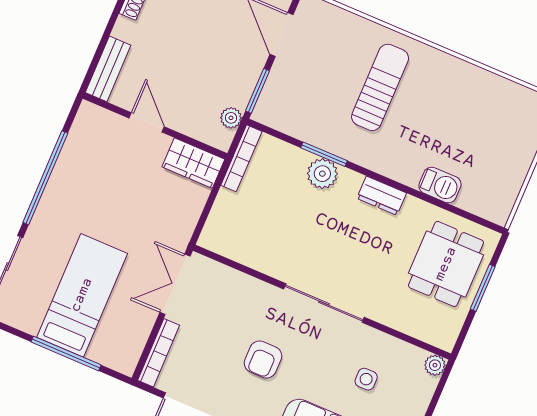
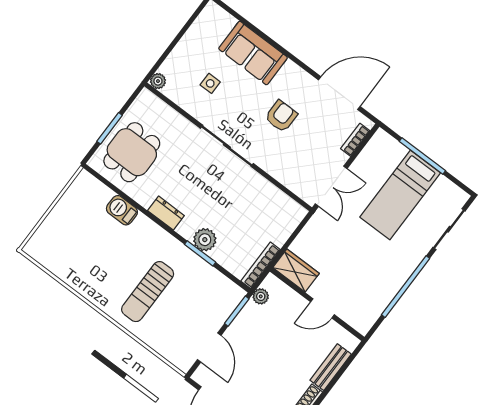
bench: (108, 69) -> (331, 367), moved
door: (147, 122) -> (322, 308), hinge flipped
bookcase: (159, 353) -> (355, 140), width x0.64

